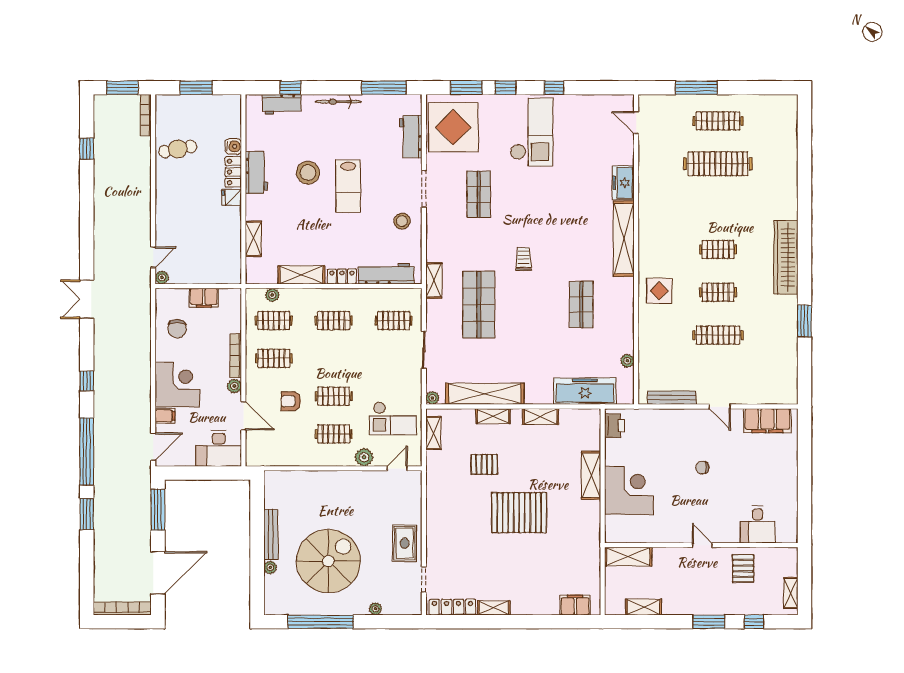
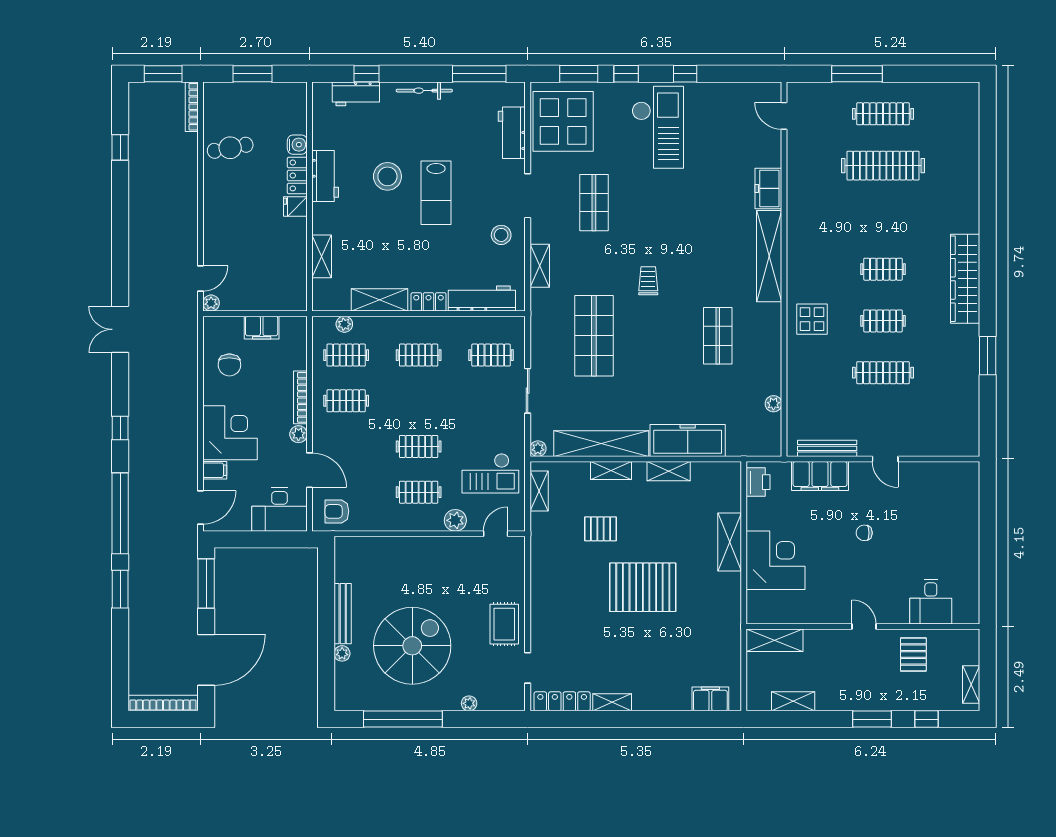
shelving: (434, 280) -> (540, 266), moved
freezer: (585, 391) -> (688, 440), moved
armchair: (291, 401) -> (337, 511), moved
filing cabinet: (767, 421) -> (820, 476), moved

